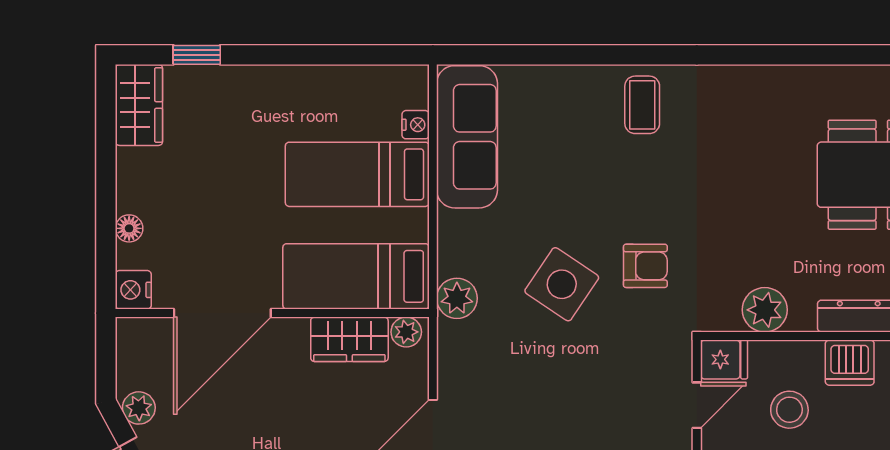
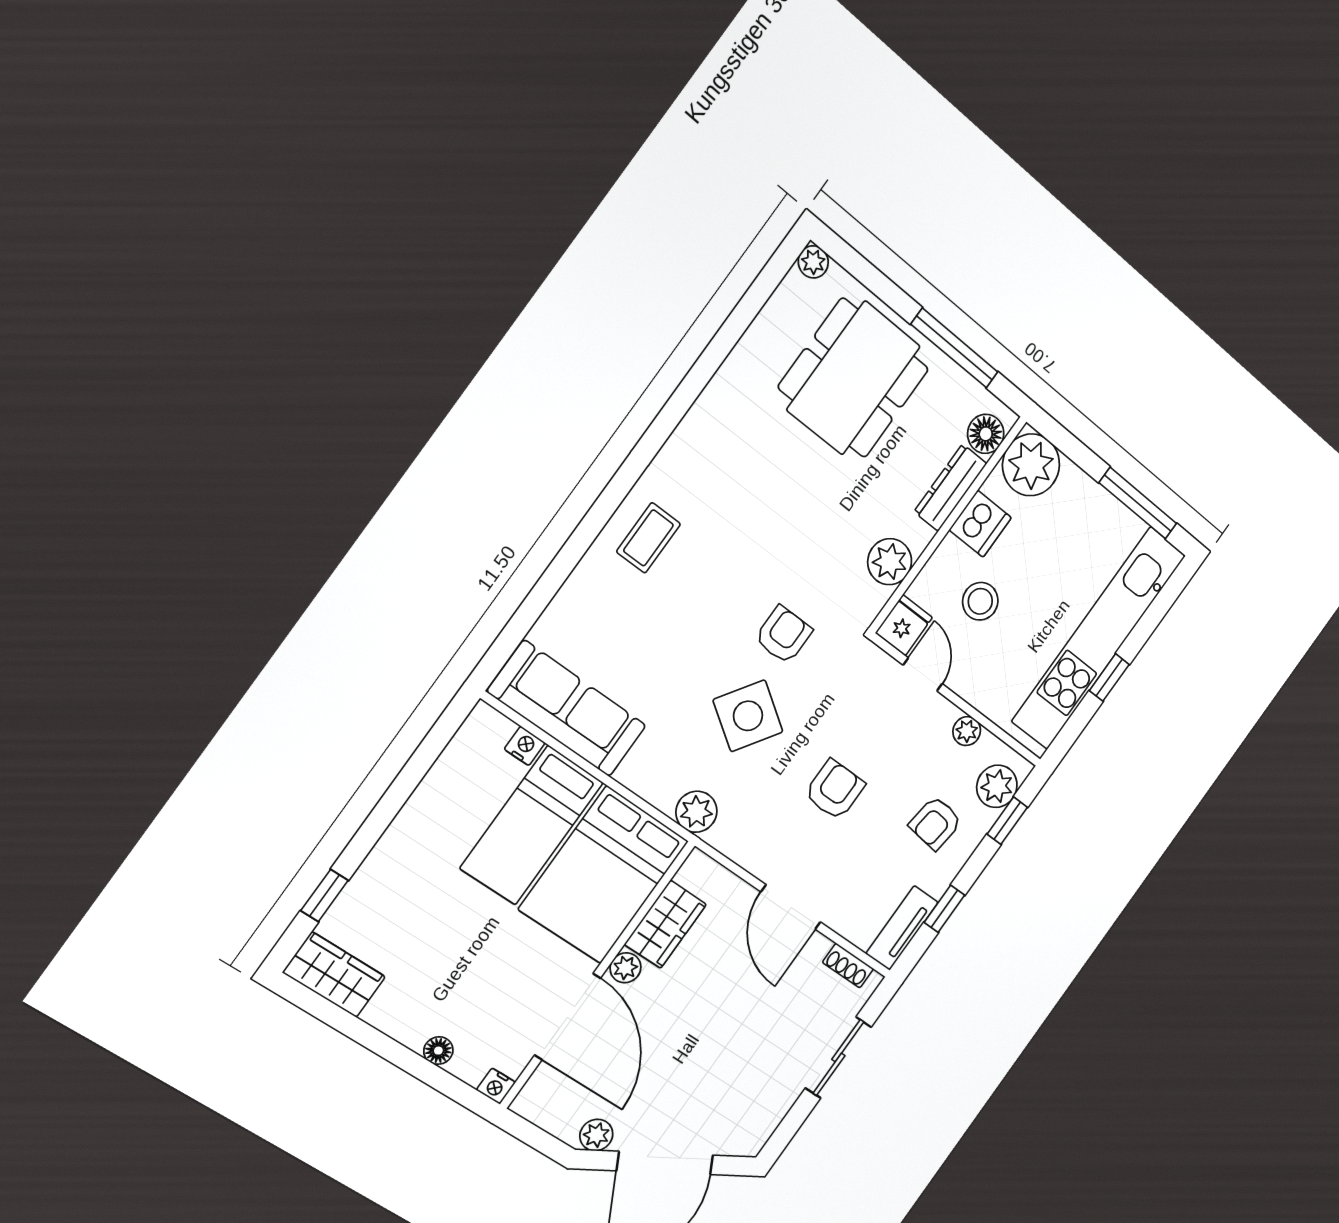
coffee table: (642, 105) -> (648, 538), turned 90
bed: (356, 276) -> (604, 875), width x1.50
nightstand: (133, 290) -> (496, 1086), width x0.72, depth x0.74
plant: (406, 332) -> (625, 968), moved
armchair: (553, 400) -> (835, 790), added

